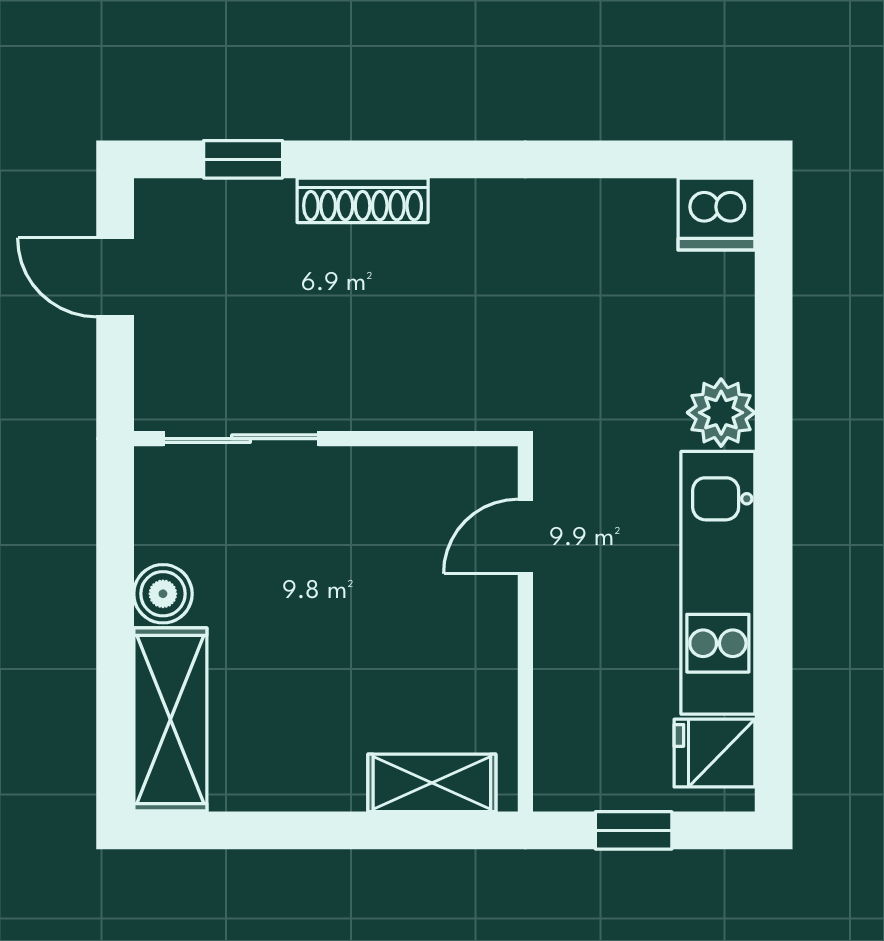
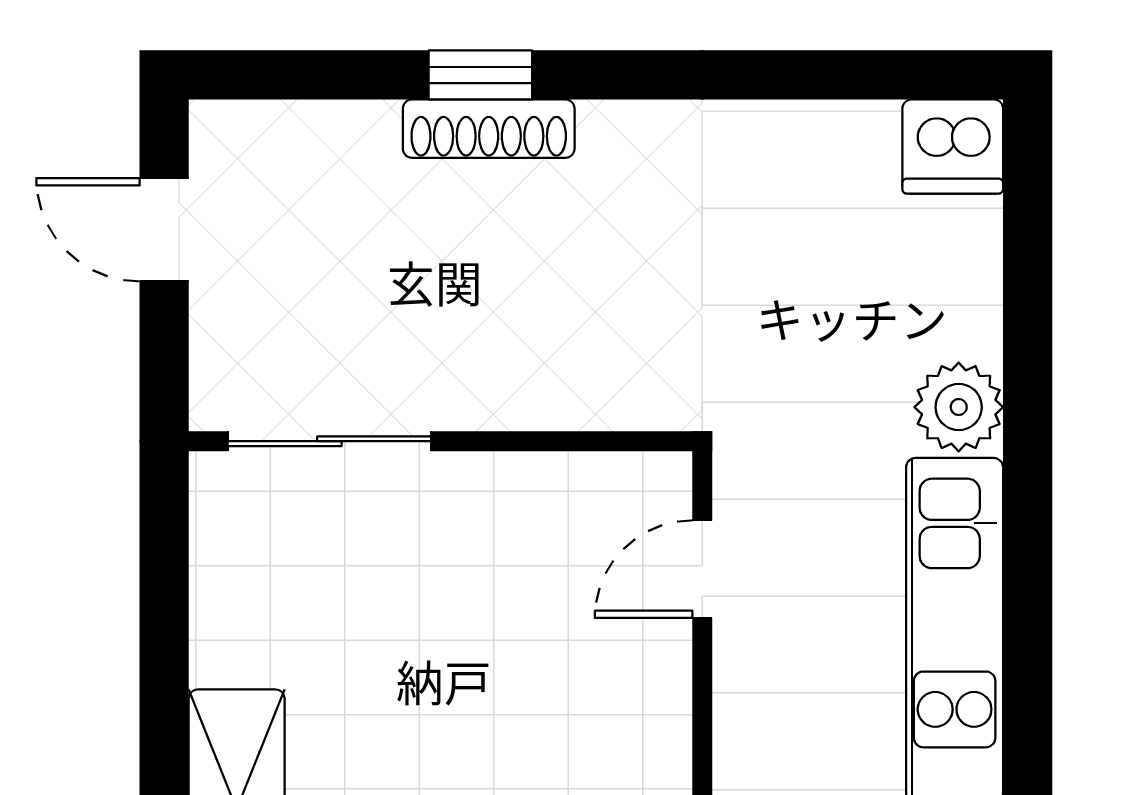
window: (243, 159) -> (480, 75), moved
boiler: (163, 594) -> (227, 645), removed

